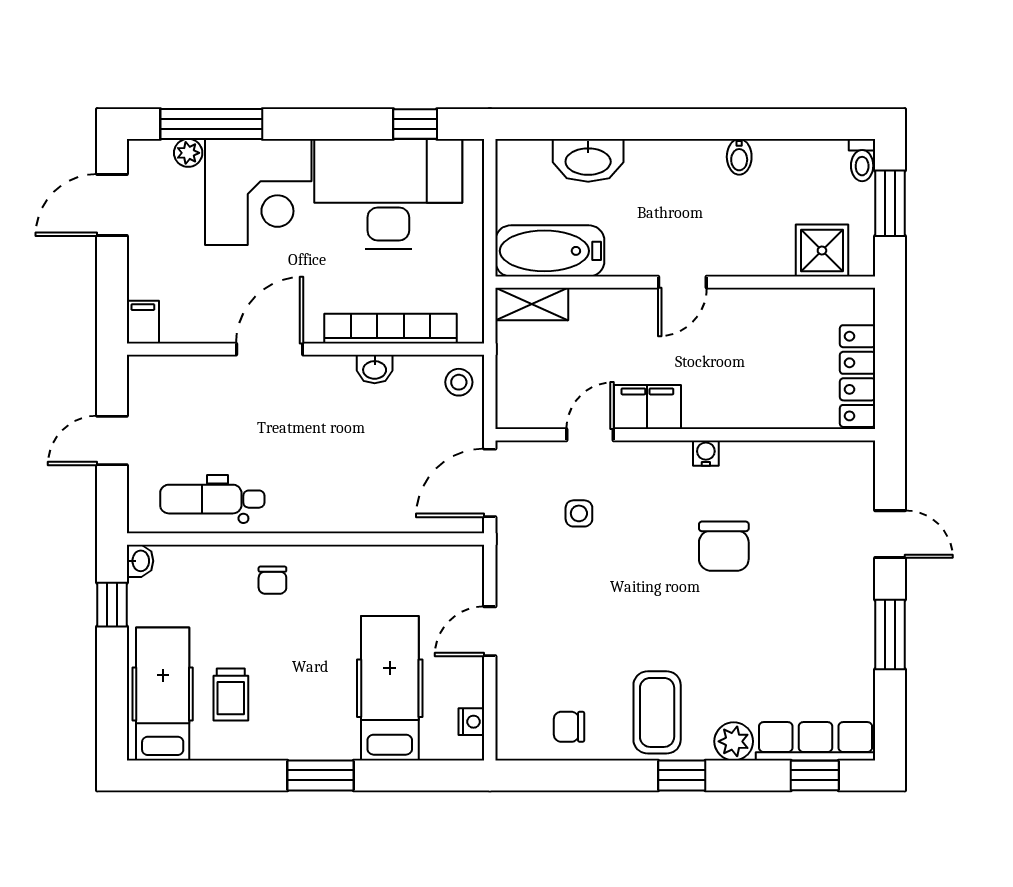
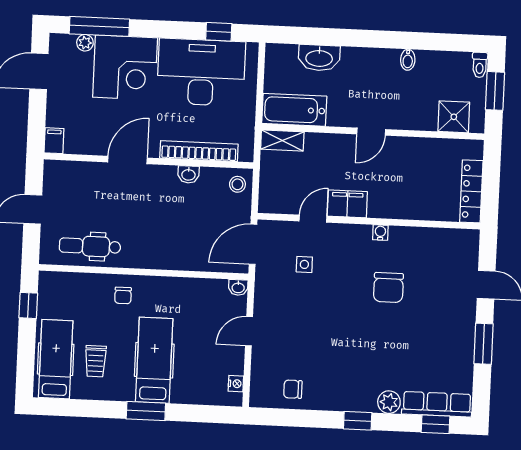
washbasin: (140, 561) -> (238, 287), moved, turned 90
hospital bed: (390, 688) -> (154, 360), moved
coffee table: (657, 712) -> (345, 383), removed

